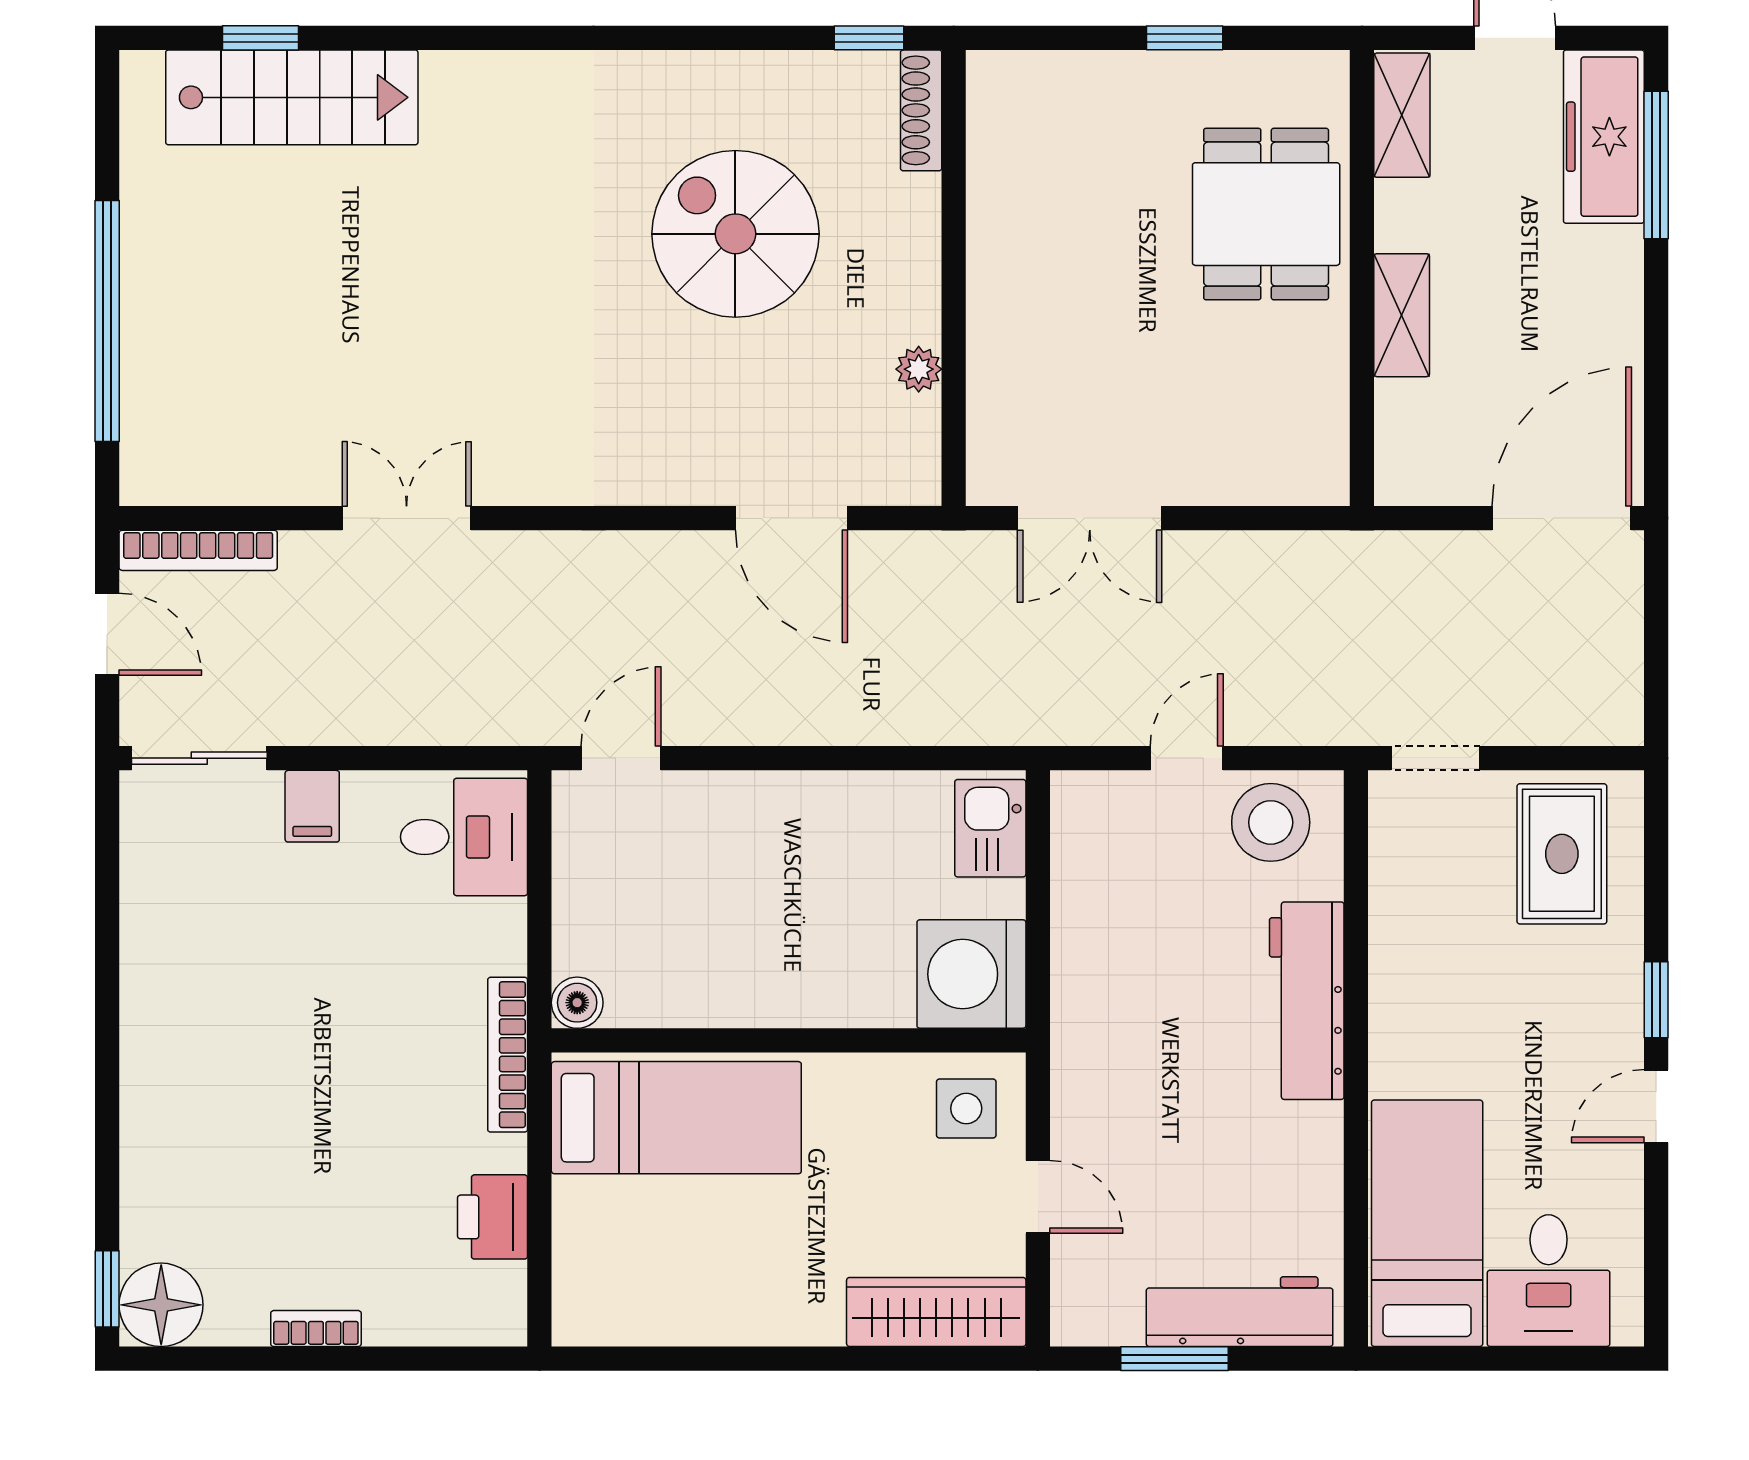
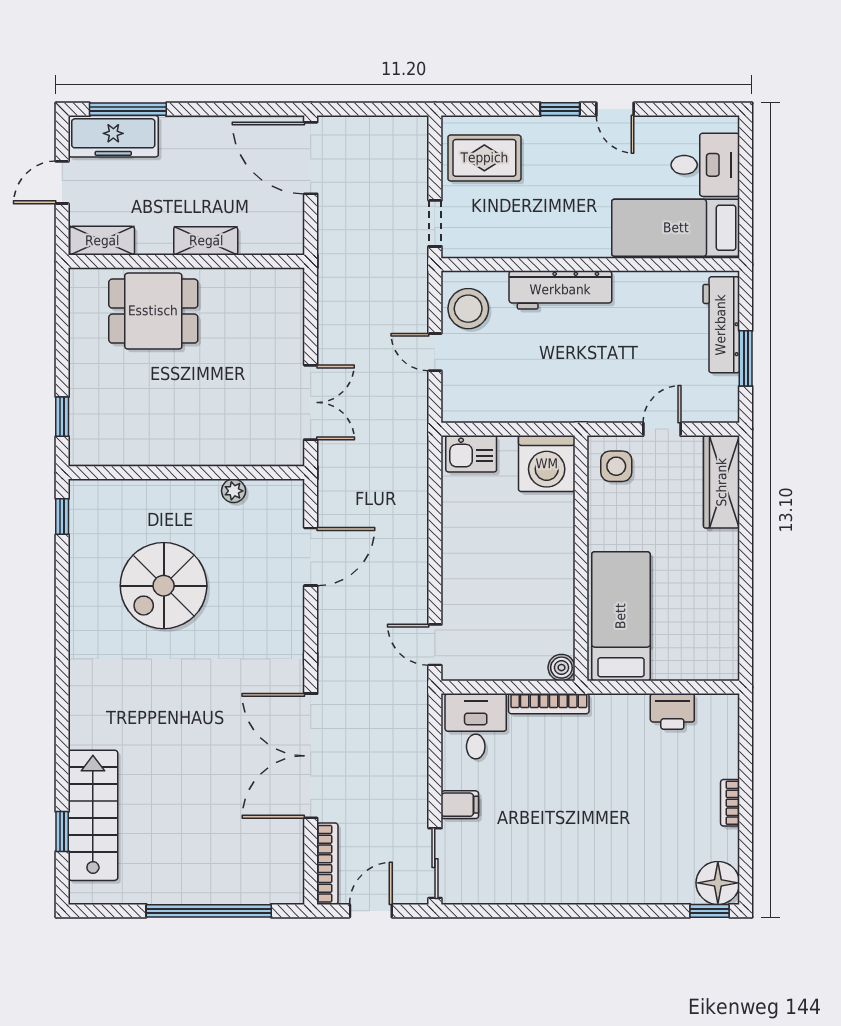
window: (1185, 38) -> (62, 417), moved
shoe rack: (921, 110) -> (100, 490), removed
double door: (407, 518) -> (311, 756), width x1.87
bookcase: (508, 1055) -> (549, 704), moved

